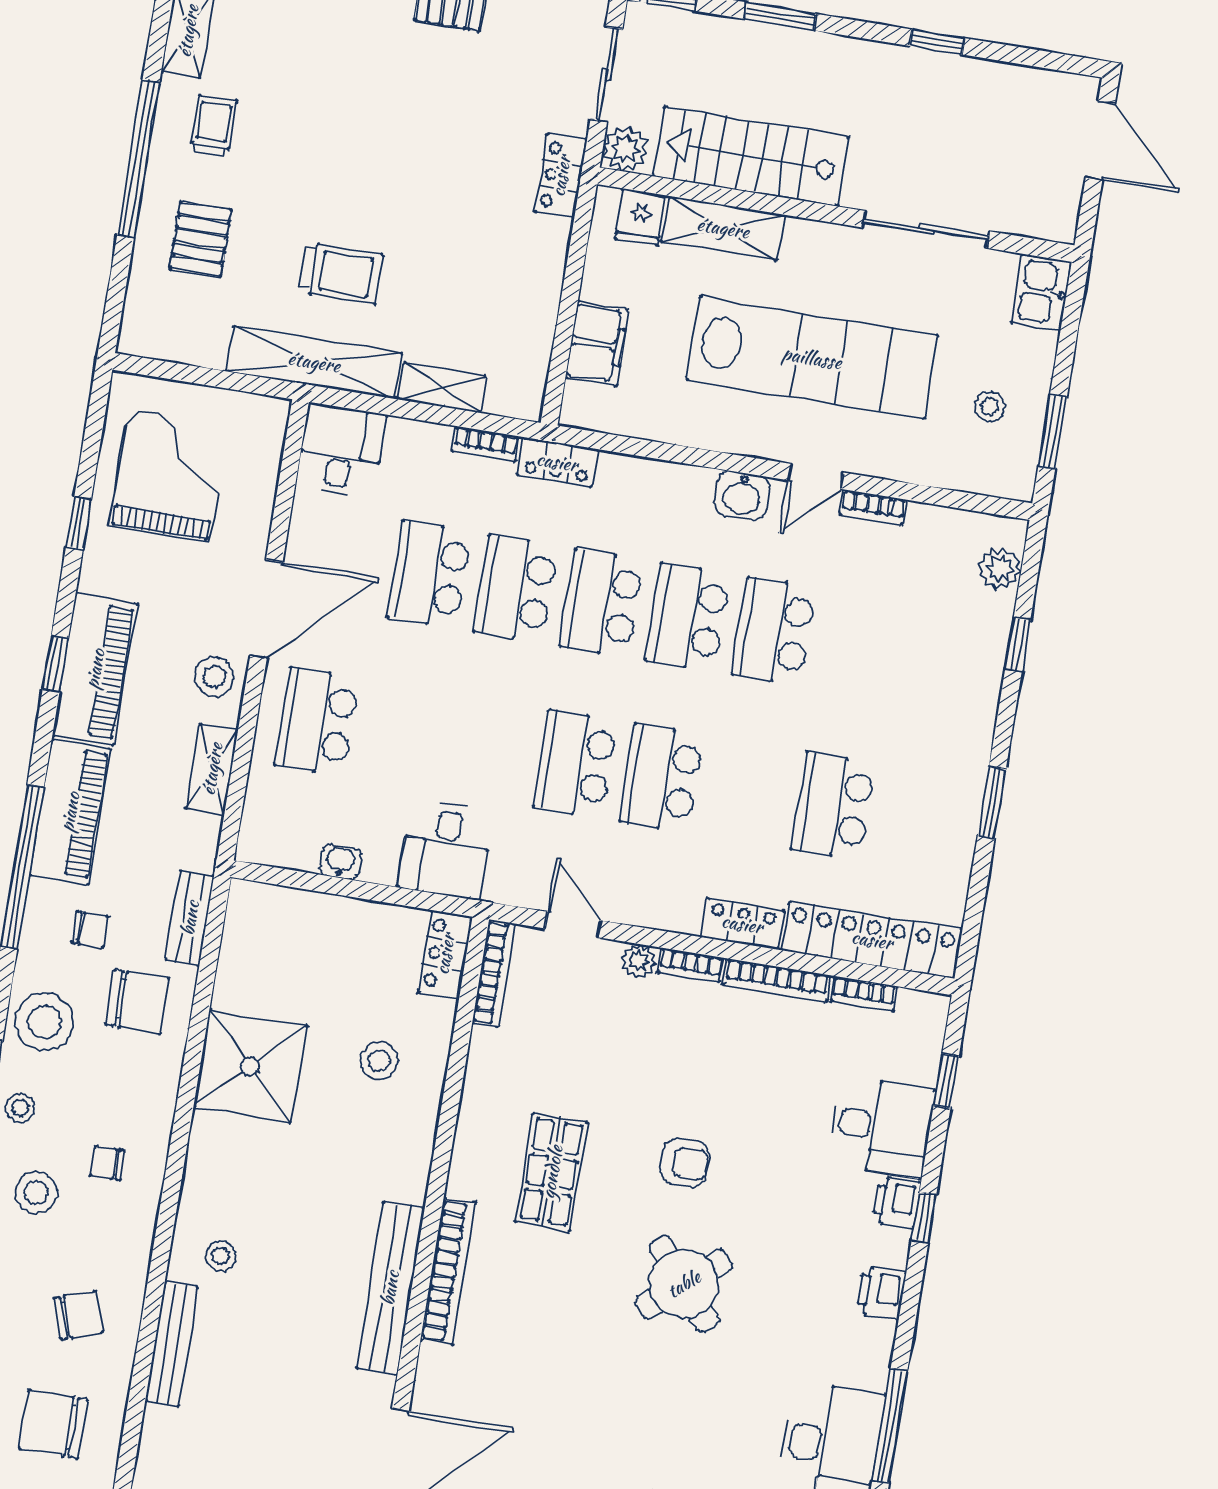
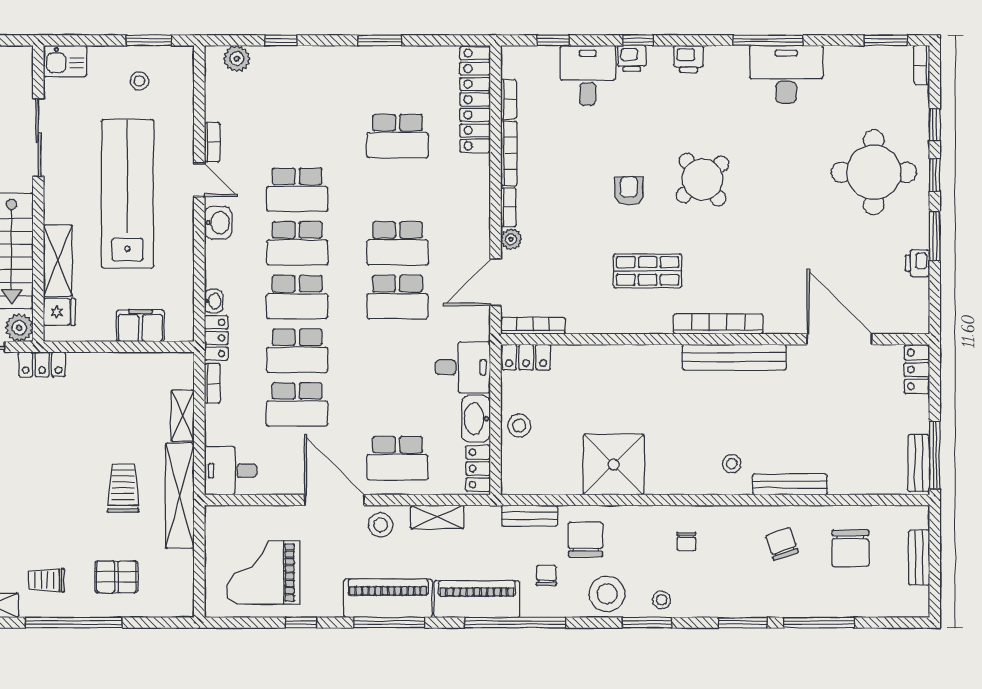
washbasin: (617, 467) -> (214, 301), added
window: (55, 664) -> (389, 623), width x2.17
washbasin: (341, 862) -> (476, 419), width x1.91, depth x1.45
locker: (742, 924) -> (478, 468), moved
door: (573, 925) -> (495, 282), width x1.38
stool: (379, 1061) -> (519, 426), moved
stool: (36, 1193) -> (711, 582), removed

